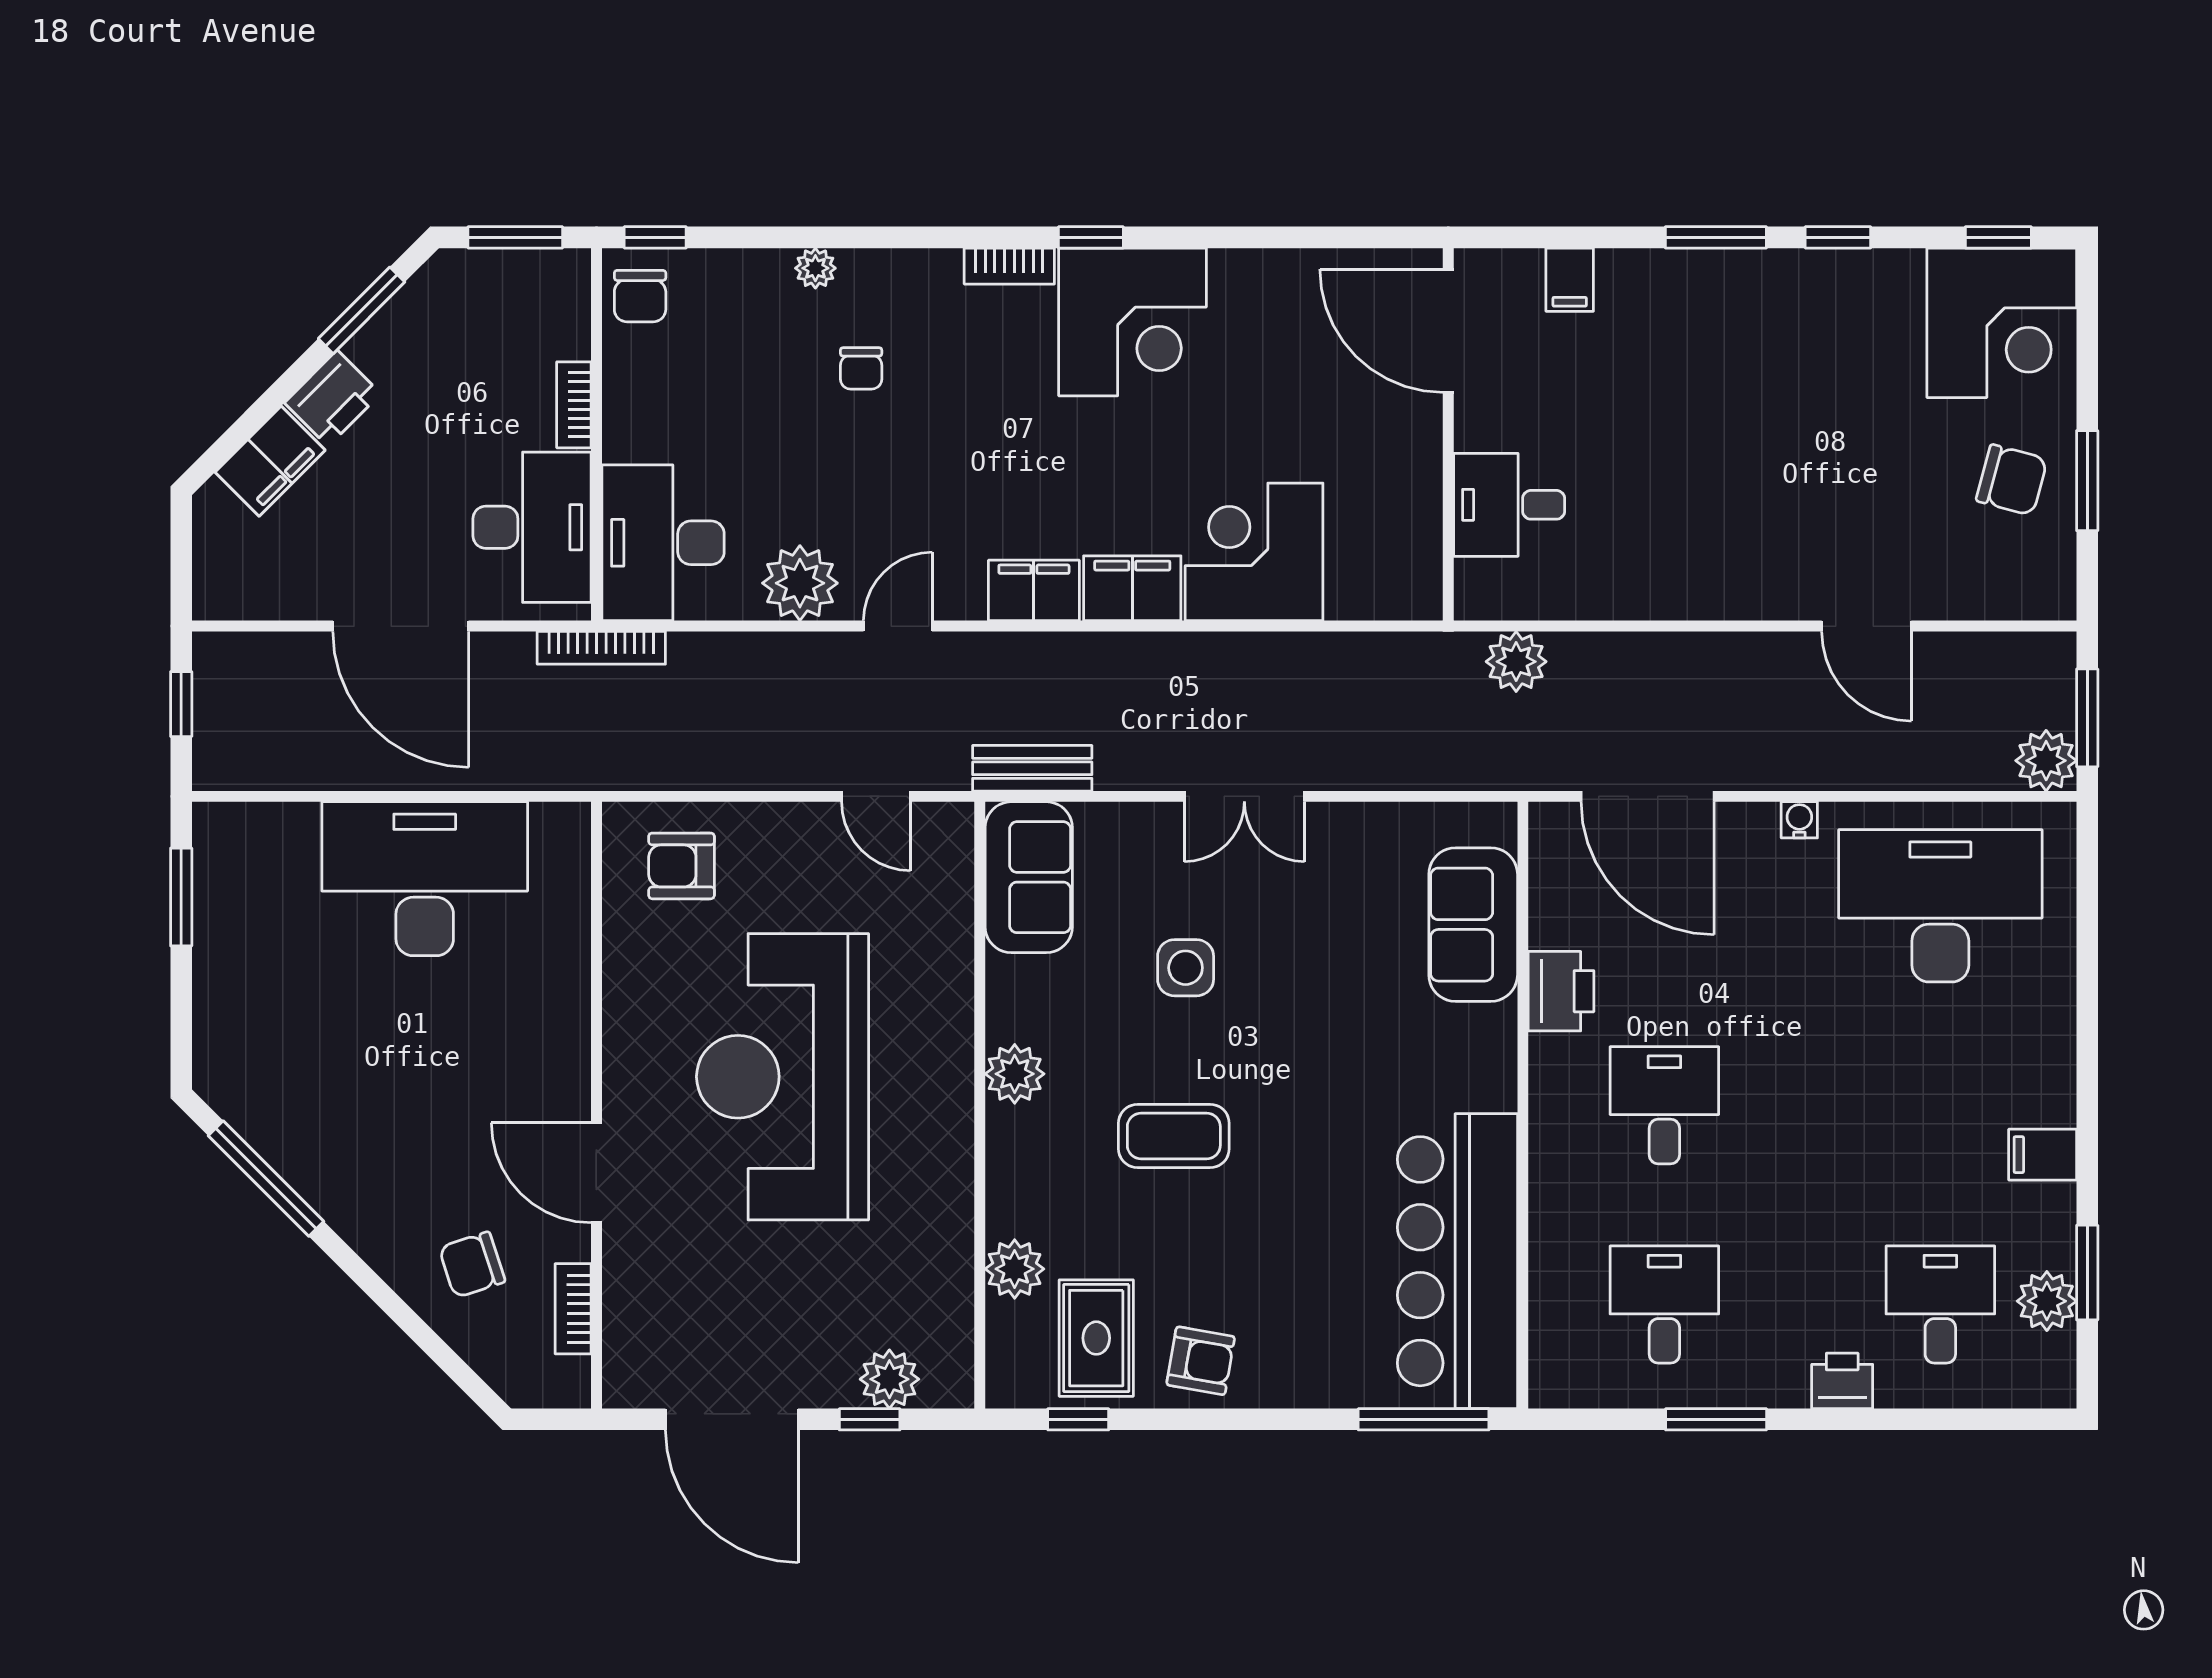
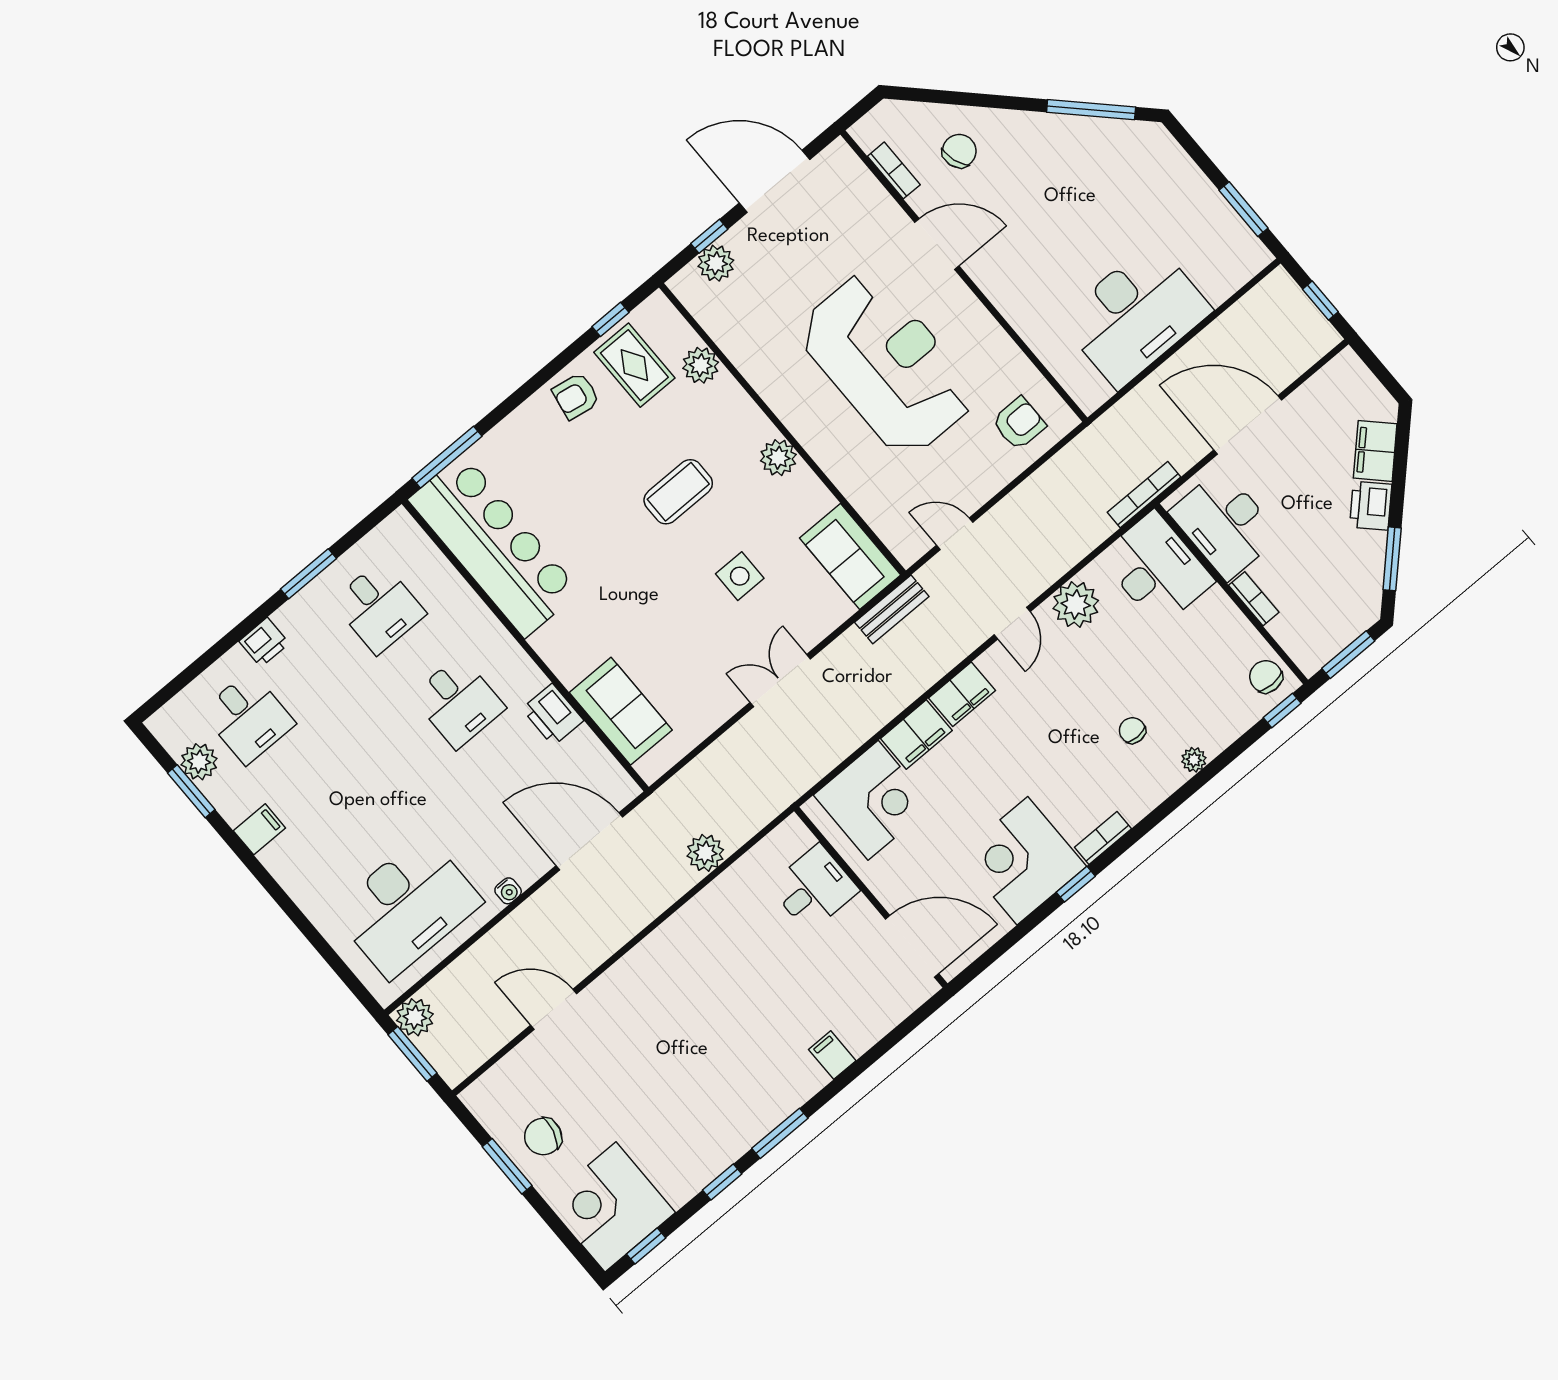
door: (1448, 331) -> (912, 946), moved
wall: (1448, 434) -> (871, 897), moved
desk: (1509, 505) -> (814, 888), moved

